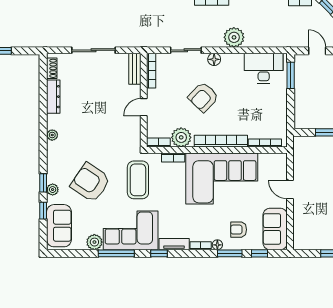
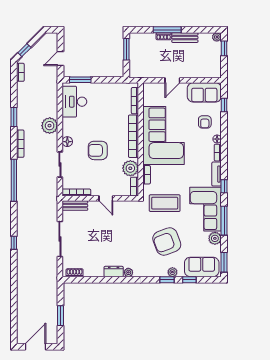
dresser: (53, 97) -> (114, 272), moved, width x0.70
armchair: (203, 97) -> (98, 150), turned 136
armchair: (90, 183) -> (167, 242), turned 35
window: (230, 253) -> (224, 262), moved

